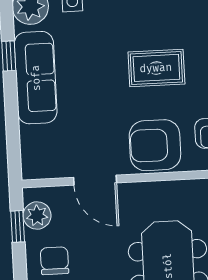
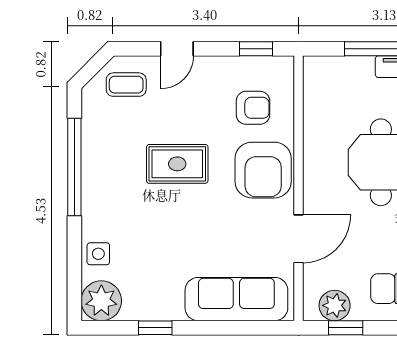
rug: (156, 68) -> (177, 164), turned 90
sofa: (36, 78) -> (236, 299), moved

